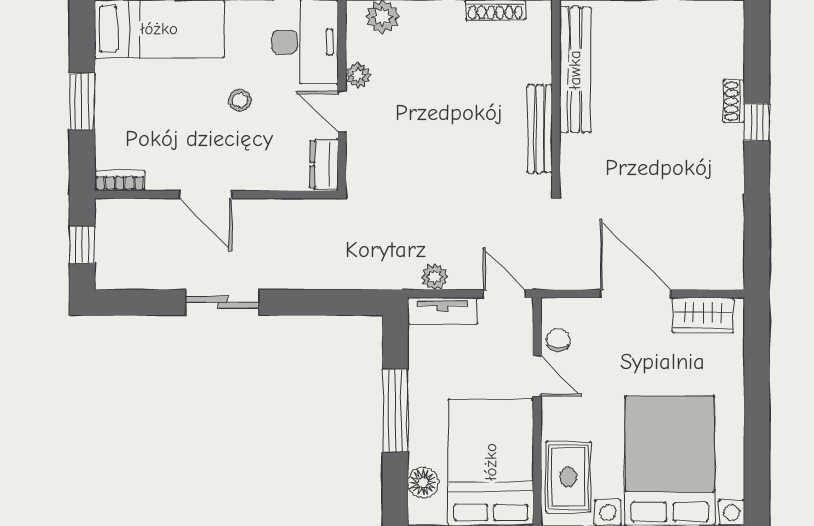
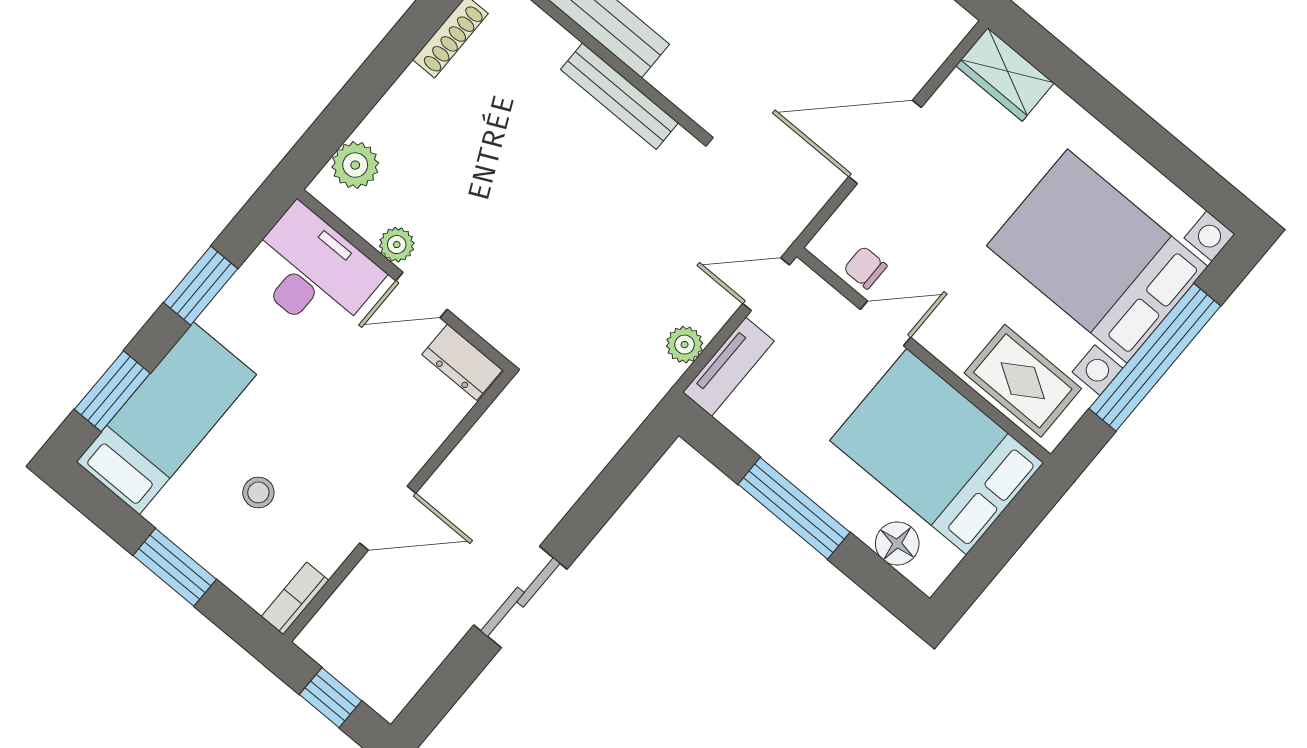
stool: (240, 100) -> (258, 492), moved
wardrobe: (703, 315) -> (1005, 74), moved, turned 90

